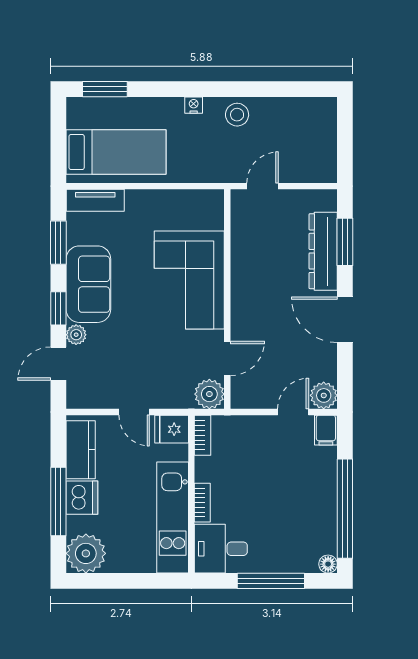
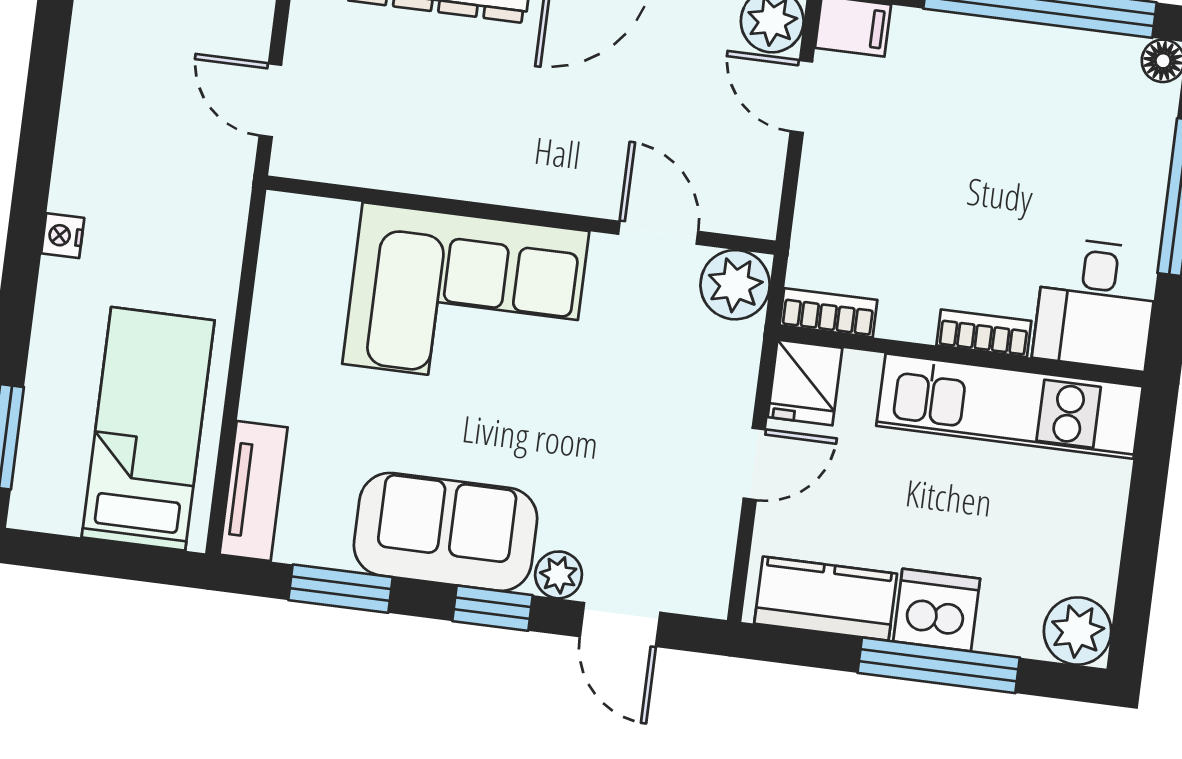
stool: (237, 115) -> (98, 138), removed
plant: (86, 553) -> (1077, 631), width x0.73, depth x0.73

